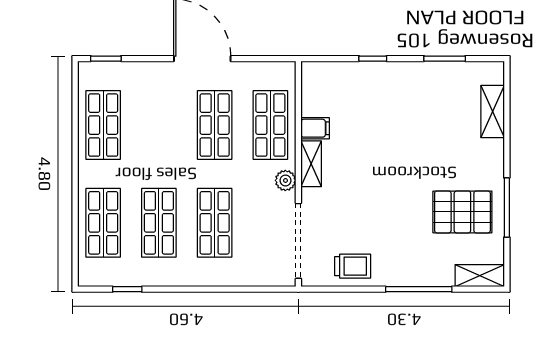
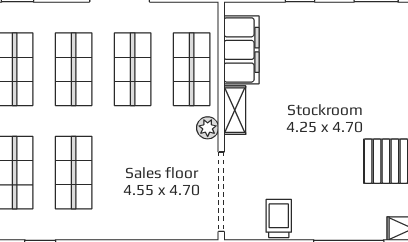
filing cabinet: (315, 128) -> (241, 50), width x3.00, depth x1.17
shop shelf: (215, 223) -> (74, 69), moved
trolley: (353, 266) -> (279, 218), turned -90

